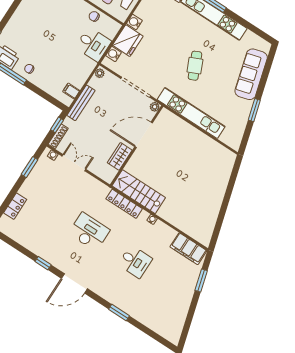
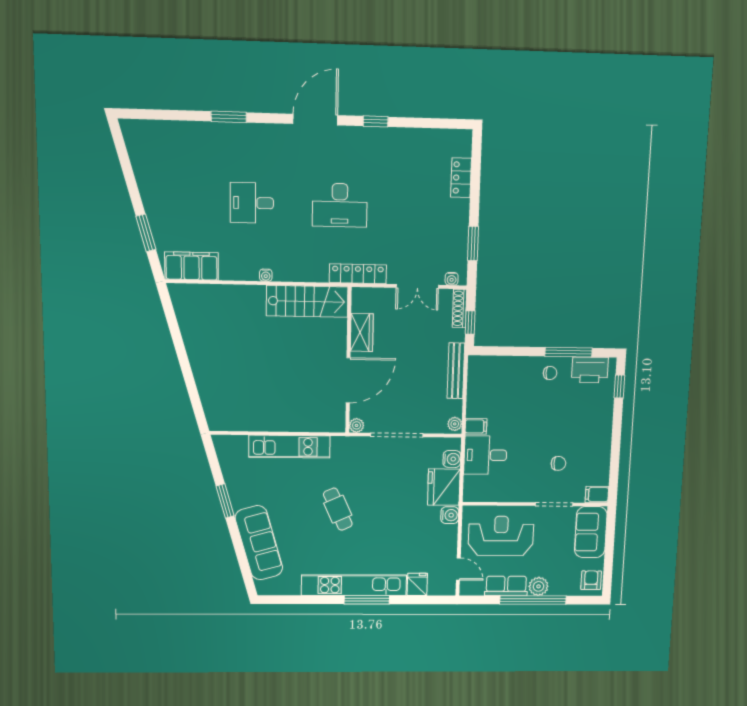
chair: (94, 16) -> (558, 463), moved
filing cabinet: (71, 91) -> (476, 426), moved
kitchen unit: (191, 113) -> (289, 447), width x0.73
locker: (124, 204) -> (358, 274), moved

